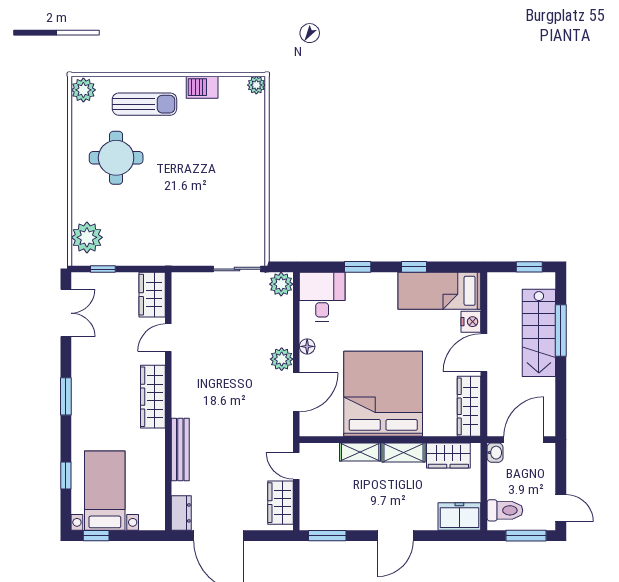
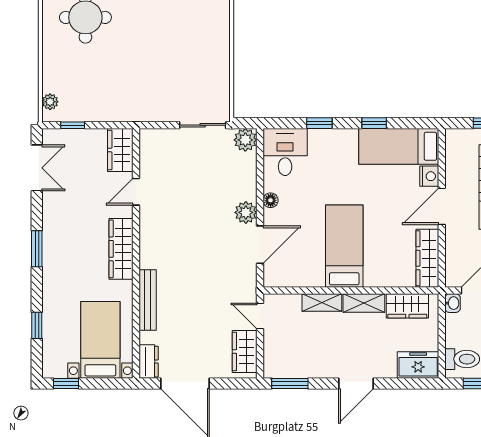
plant: (87, 237) -> (50, 102), width x0.53, depth x0.53
bed: (383, 394) -> (344, 246), width x0.49
bed with nightstands: (105, 491) -> (100, 340), moved

